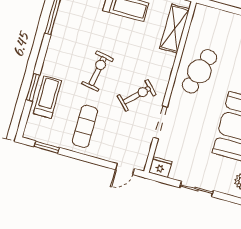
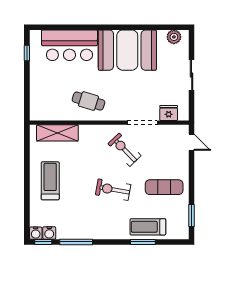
cafe table: (199, 71) -> (88, 101), width x0.73, depth x0.74
fridge: (160, 167) -> (169, 113), moved, turned 90

